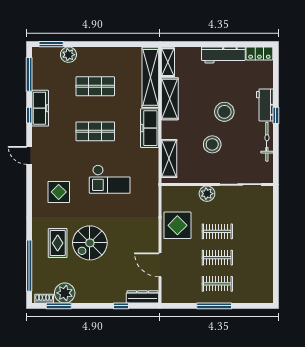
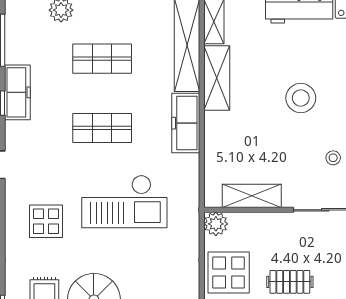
stool: (212, 144) -> (333, 158), moved, width x0.53, depth x0.53
shelving: (169, 158) -> (252, 196), moved, turned 90
checkout: (110, 179) -> (124, 202), width x1.36, depth x1.21
plant: (207, 194) -> (216, 224), moved

